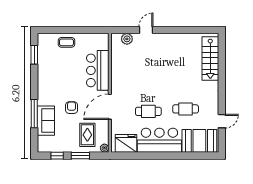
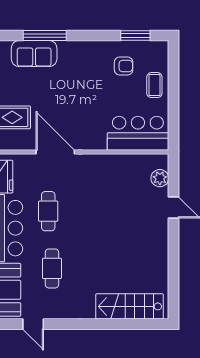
bar counter: (98, 70) -> (138, 133), moved
armchair: (72, 108) -> (124, 66), moved

